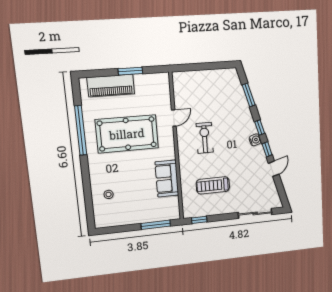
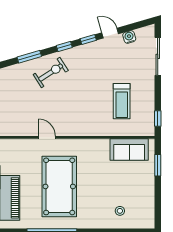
exercise bike: (205, 138) -> (51, 73), moved, turned 147
water cooler: (255, 140) -> (129, 37), moved
sofa: (167, 179) -> (129, 150), moved
window: (156, 225) -> (158, 165), width x0.69

